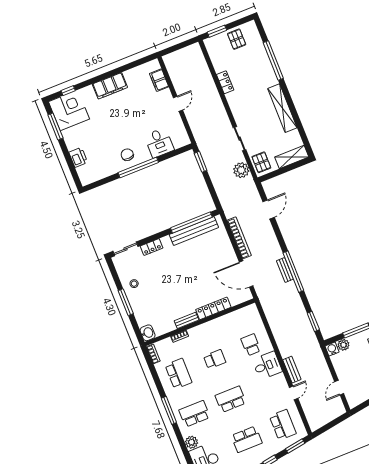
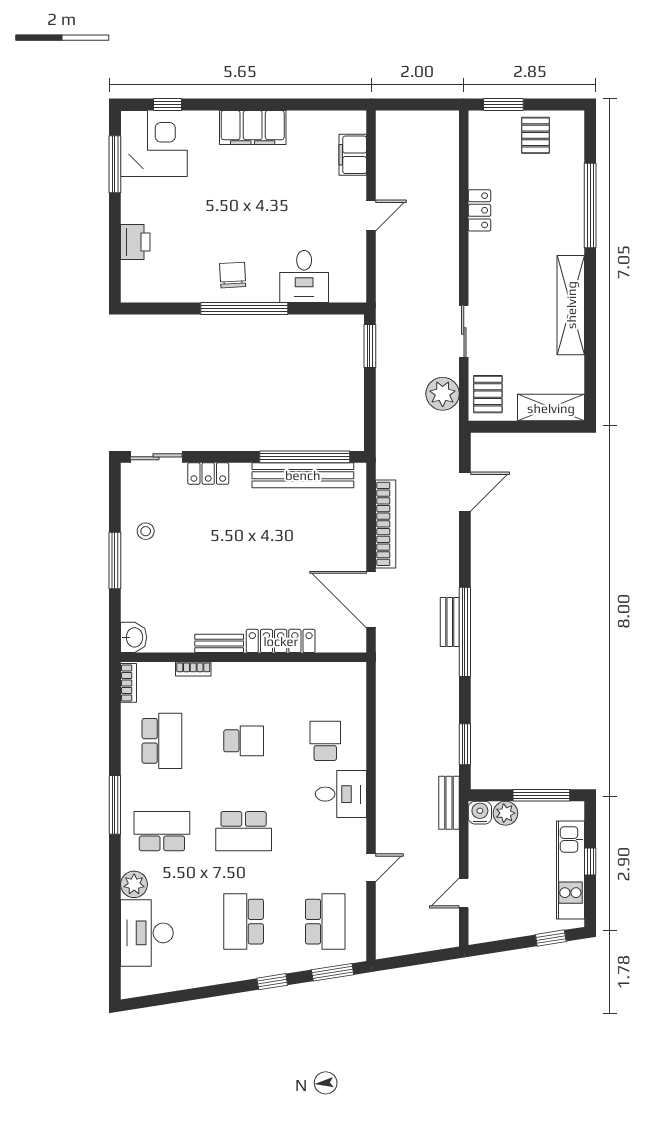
bench: (292, 370) -> (449, 803), moved
school desk: (231, 399) -> (244, 831), turned 180
school desk: (247, 439) -> (244, 922), turned 90

